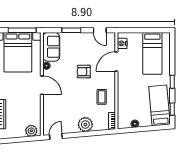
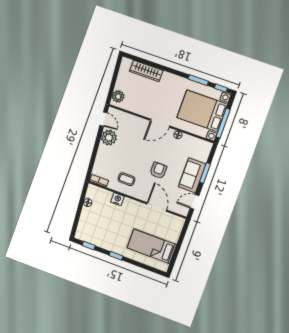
nightstand: (122, 43) -> (117, 199), moved
sofa: (51, 47) -> (192, 175), moved, turned 90
bed: (159, 105) -> (97, 234), removed
plant: (85, 125) -> (109, 138), moved

